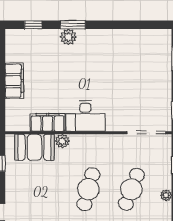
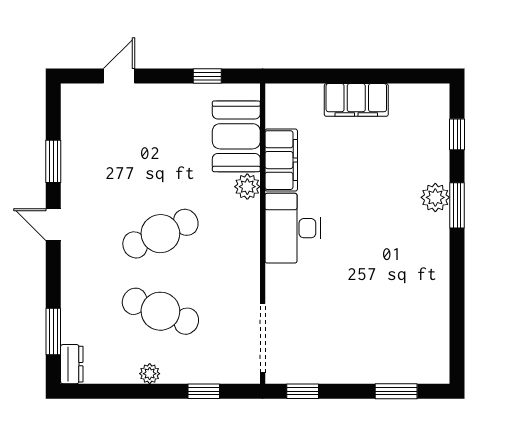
cafe table: (88, 189) -> (160, 234), turned -39

